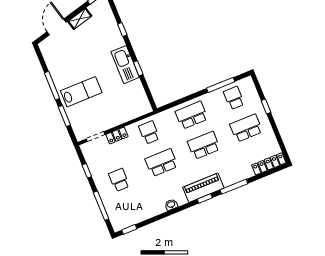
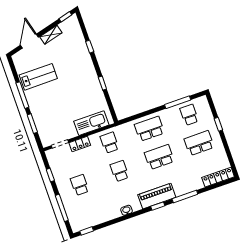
kitchen sink: (125, 65) -> (91, 123), moved, turned 90
lab bench: (81, 92) -> (38, 77), moved
school desk: (161, 163) -> (119, 171), width x0.54

